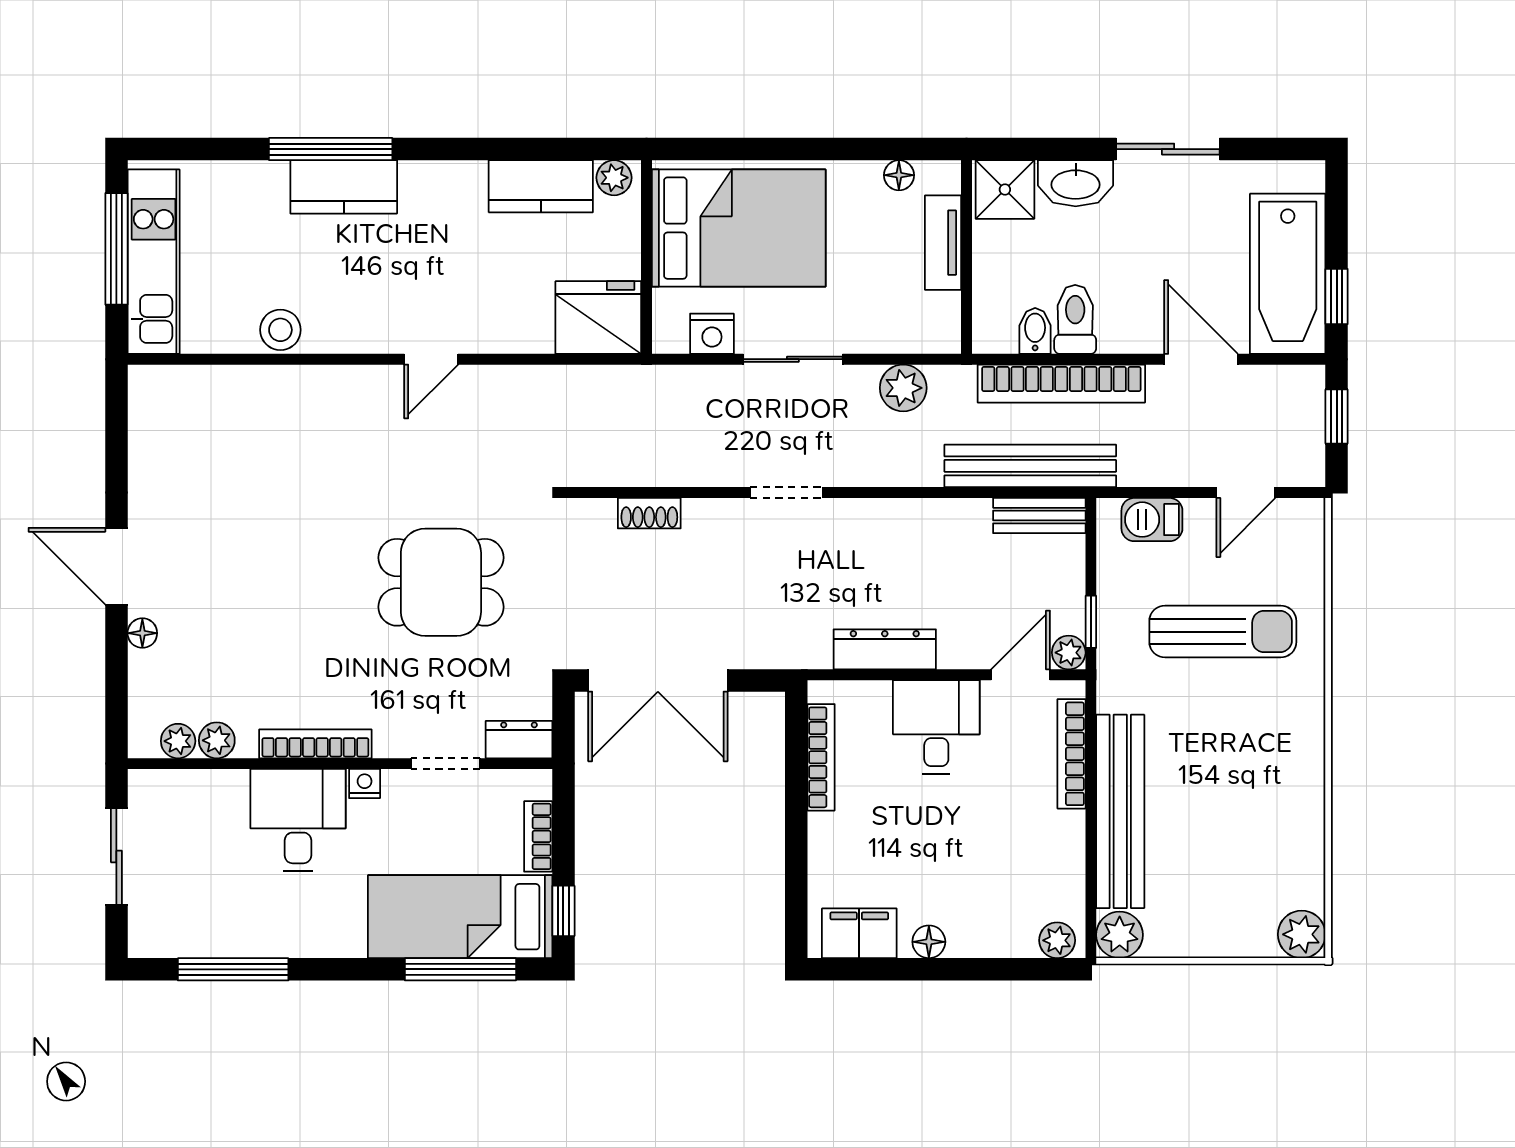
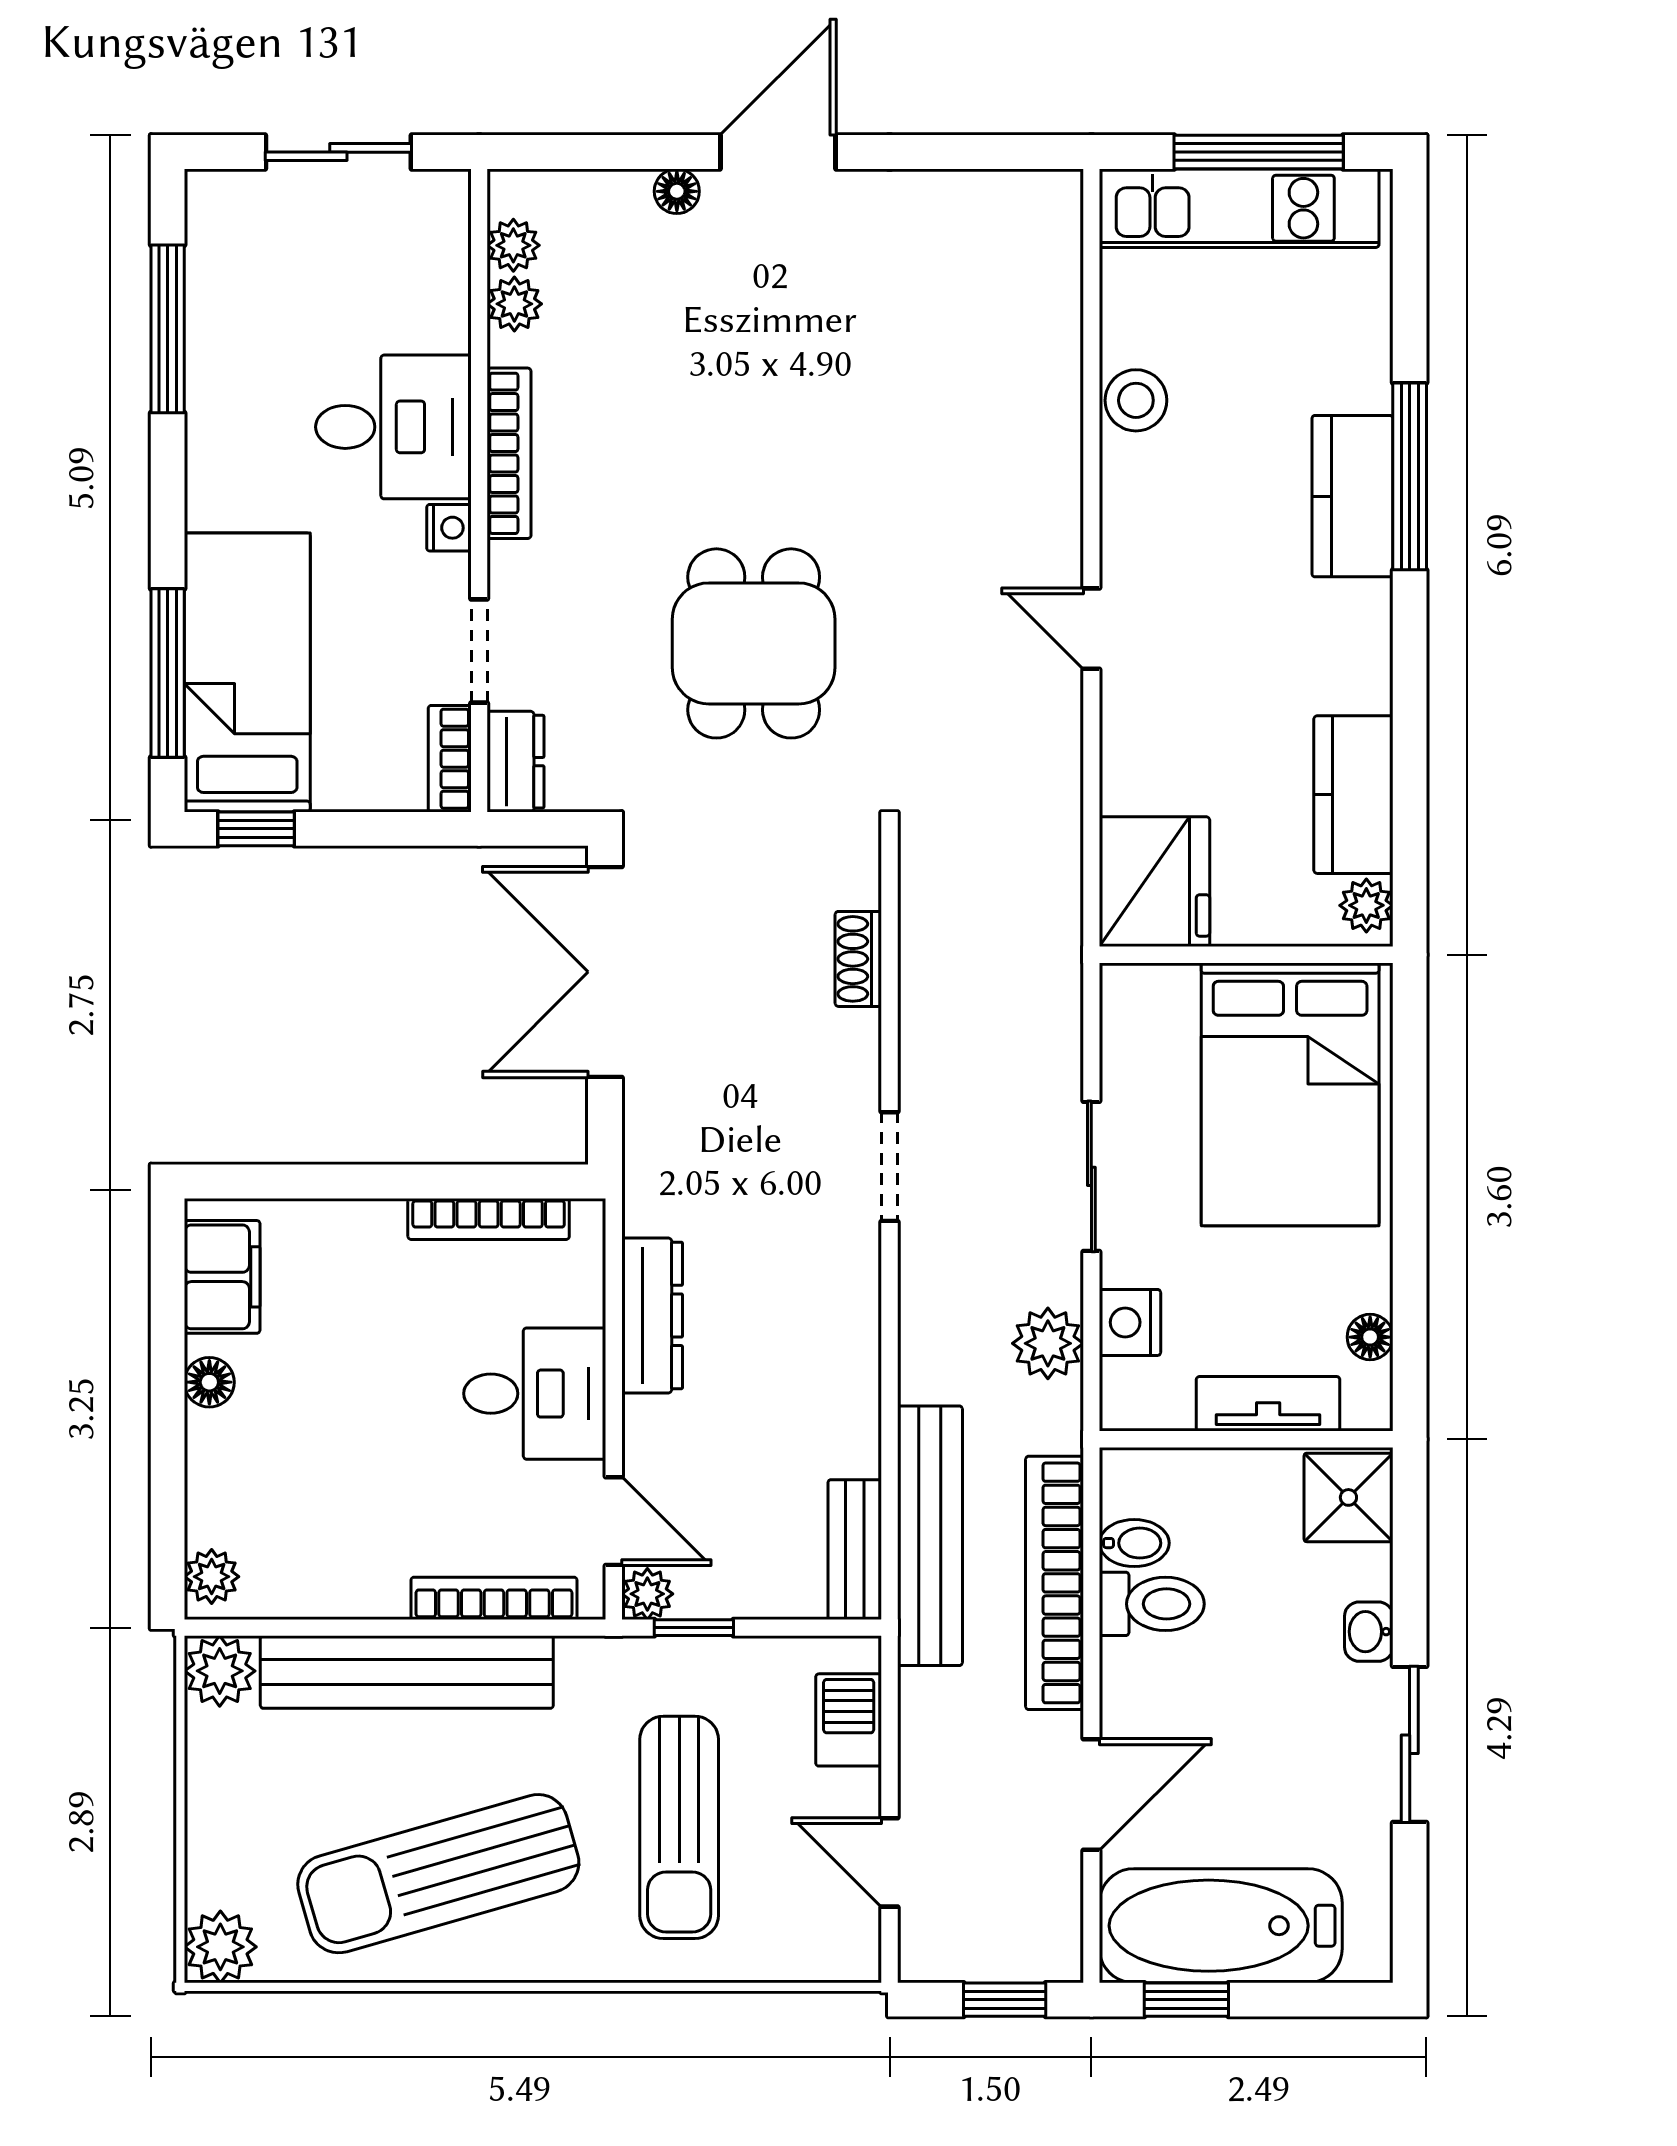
washbasin: (1076, 183) -> (1369, 1632), width x0.52, depth x0.69
nightstand: (712, 334) -> (1130, 1322), moved
sun lounger: (1253, 791) -> (438, 1874), added
bookcase: (538, 836) -> (450, 759), moved, turned -90

